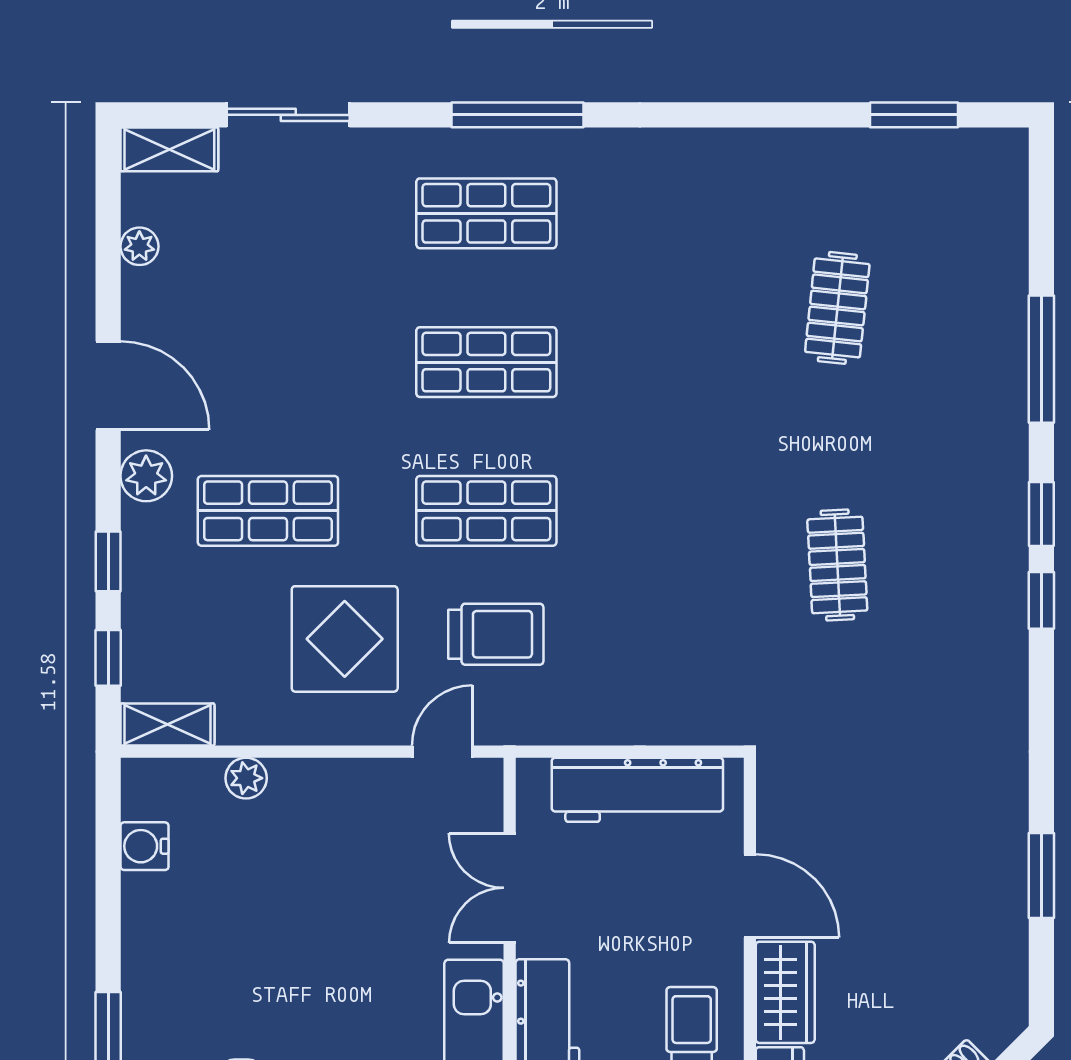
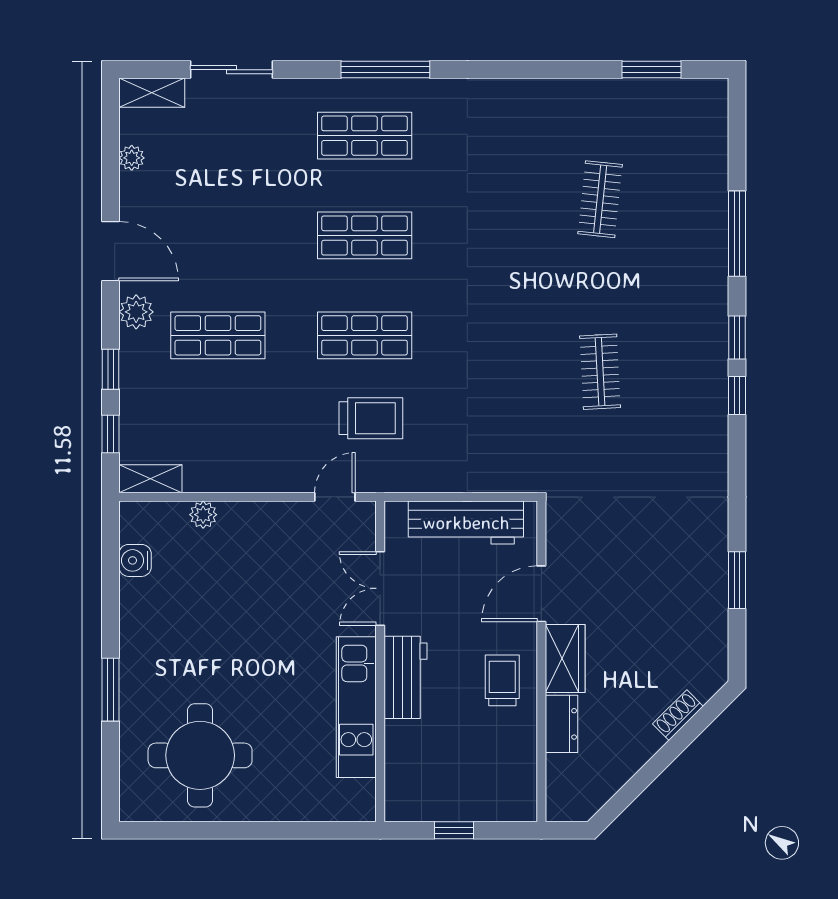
display table: (345, 639) -> (269, 421), removed
door: (750, 896) -> (541, 594), swing flipped

